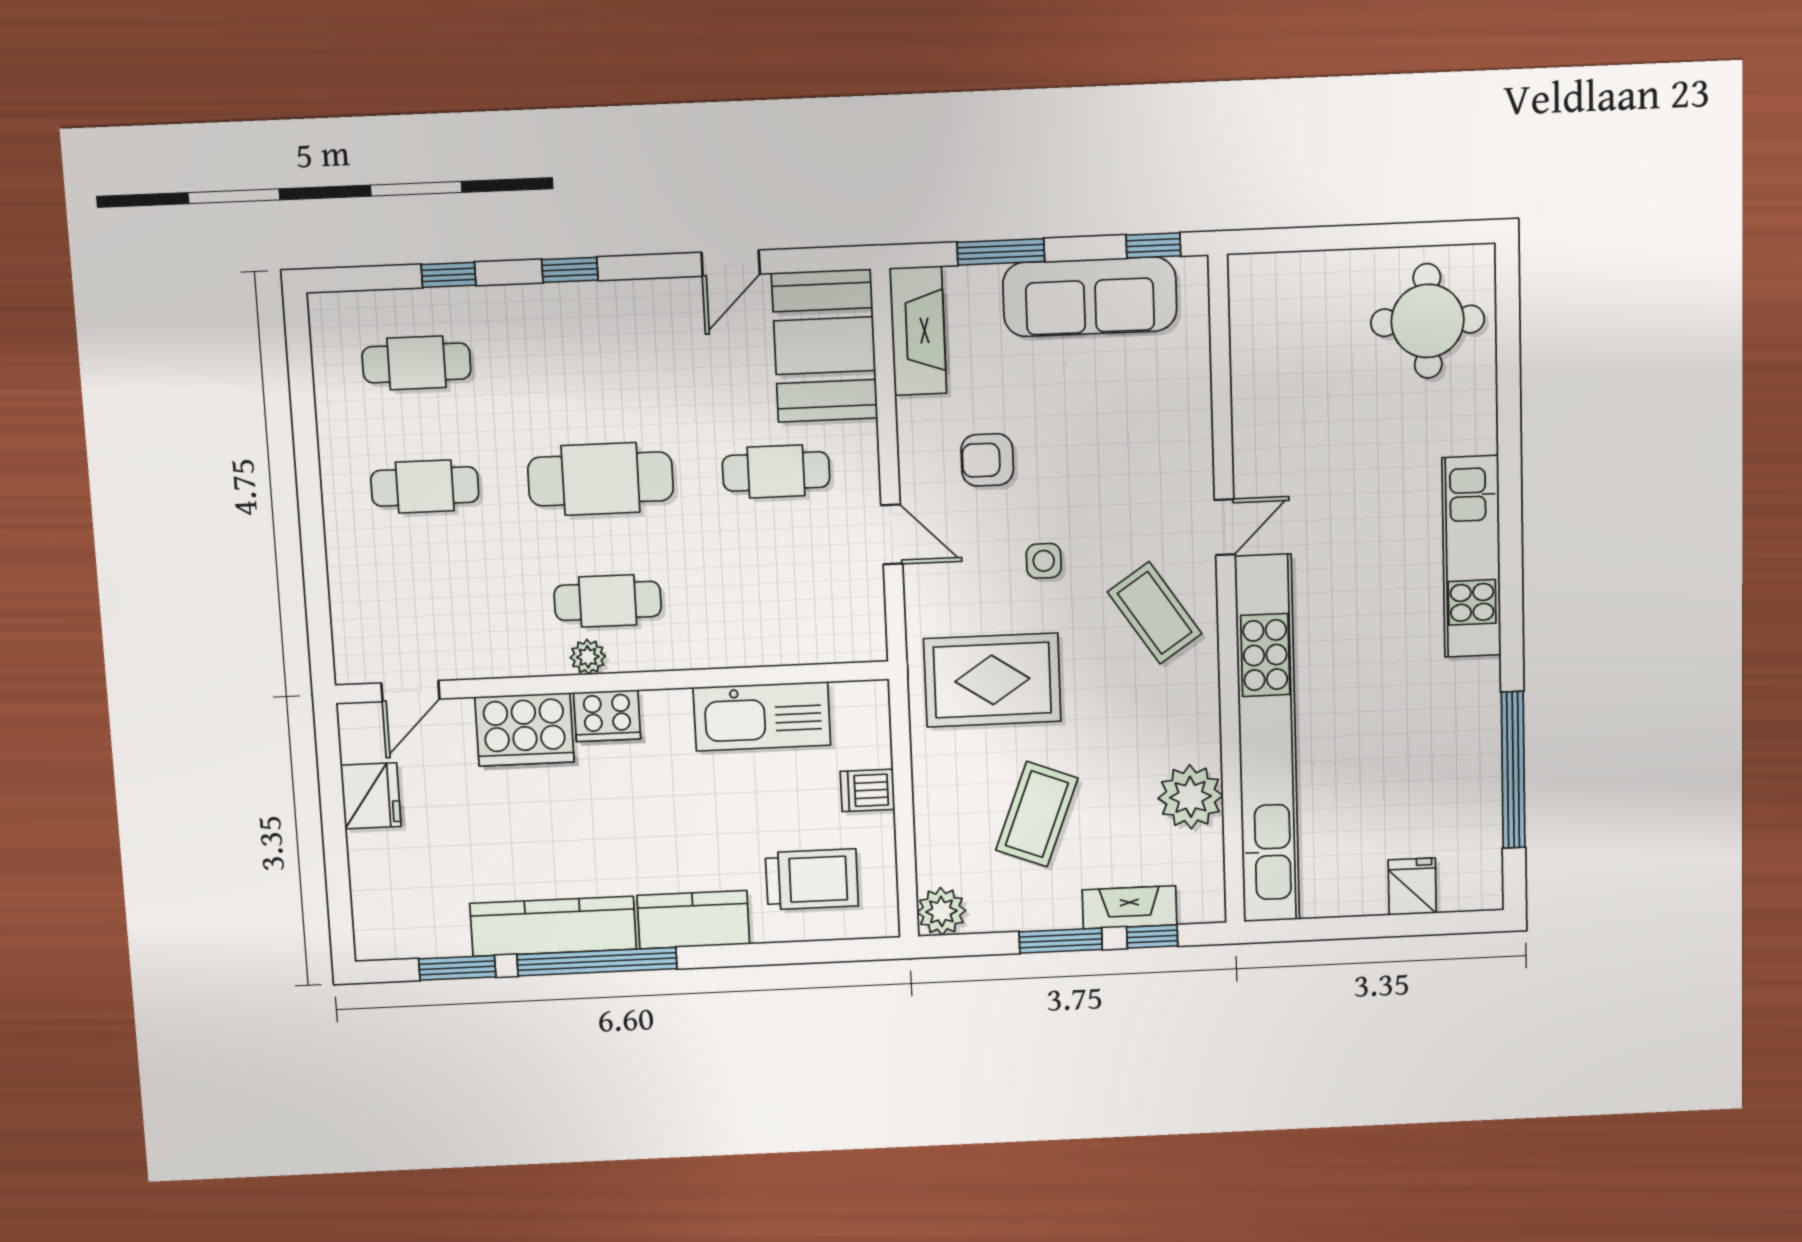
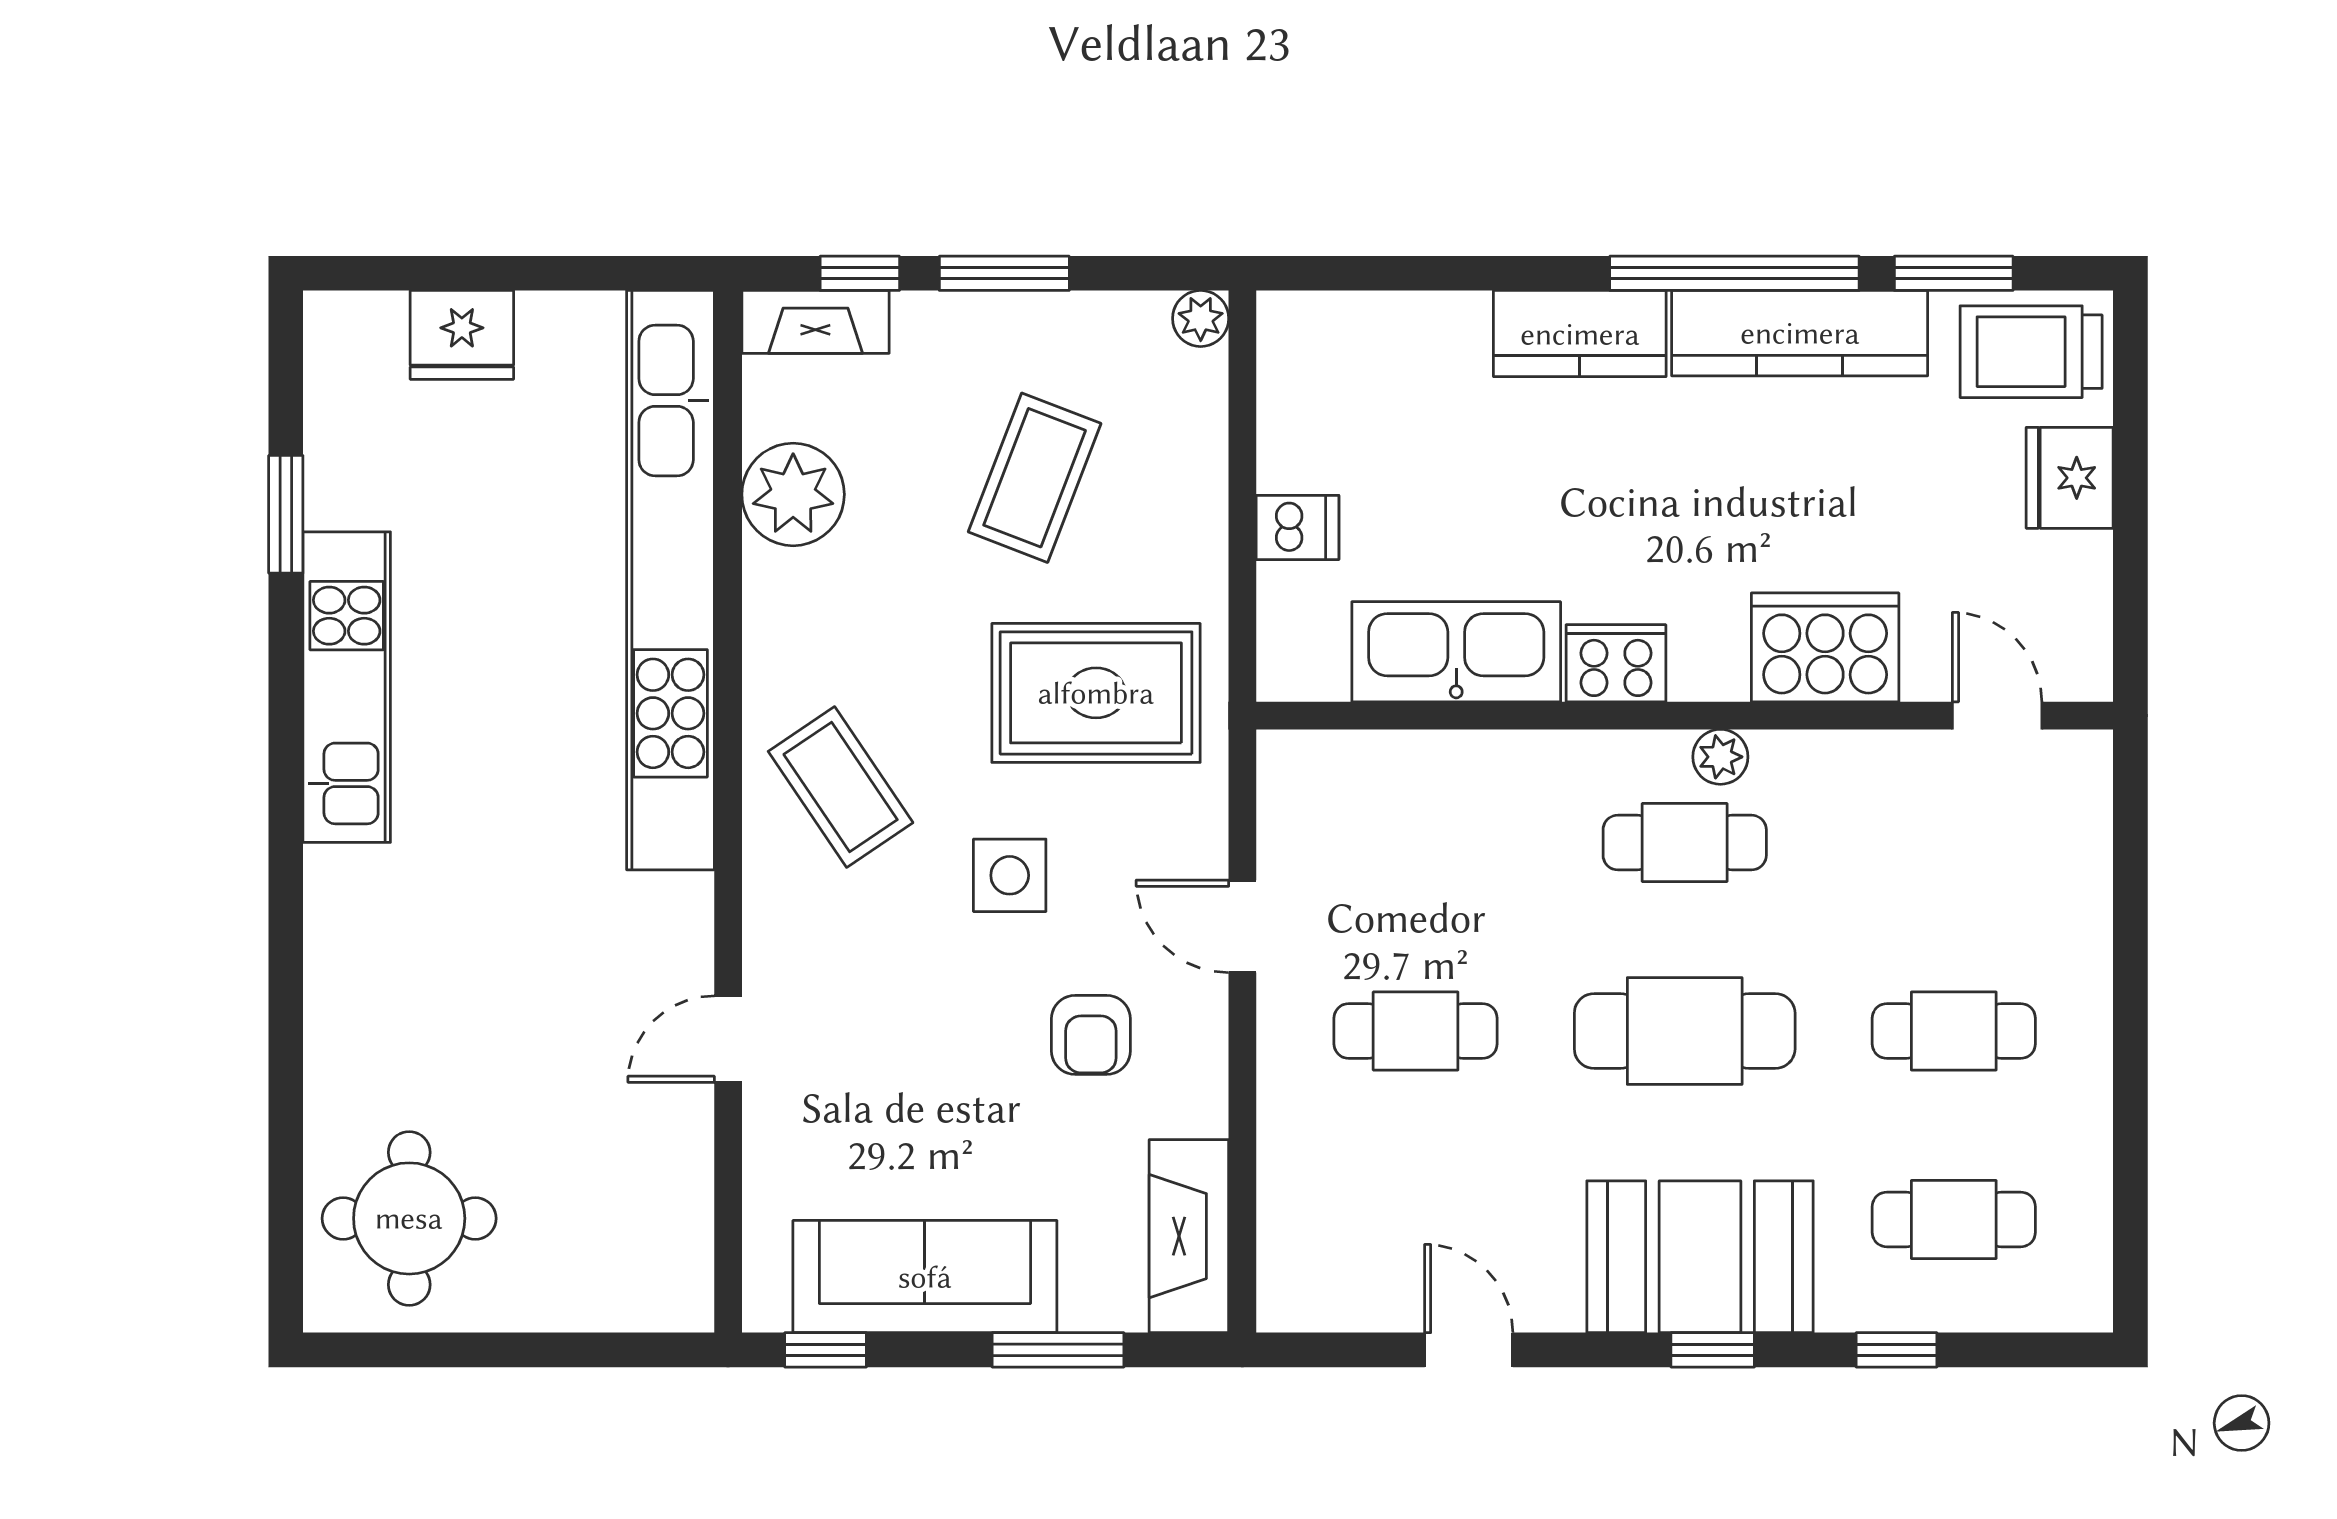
door: (731, 263) -> (1469, 1350), hinge flipped
booth: (825, 346) -> (1700, 1257), moved, turned 90
armchair: (987, 460) -> (1091, 1035), turned 90
door: (1225, 527) -> (728, 1039), moved
kitchen unit: (1471, 557) -> (347, 687), moved
side table: (1044, 561) -> (1010, 875), width x1.37, depth x1.37
door: (410, 691) -> (1997, 716), hinge flipped
cooker: (607, 716) -> (1616, 663), moved
window: (1513, 770) -> (286, 514), width x0.47
fridge: (371, 796) -> (2070, 478), moved
trolley: (812, 879) -> (2031, 352), moved
fridge: (1412, 887) -> (462, 335), width x1.38
fireplace: (1130, 907) -> (815, 322), moved
plant: (941, 911) -> (1201, 318), width x0.73, depth x0.73

